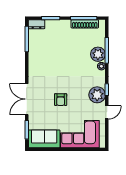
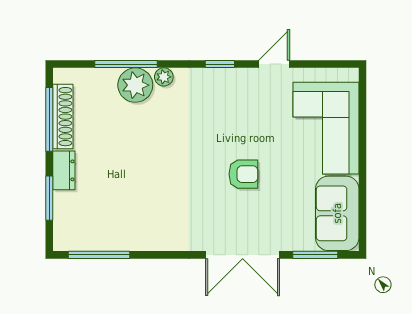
dresser: (36, 24) -> (64, 170), moved
plant: (97, 95) -> (232, 87), removed
door: (107, 112) -> (274, 64), hinge flipped

